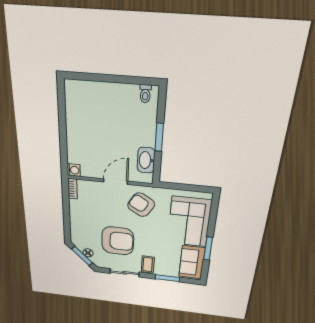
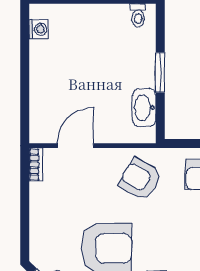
washing machine: (74, 170) -> (39, 29), moved
door: (116, 182) -> (76, 146), moved

